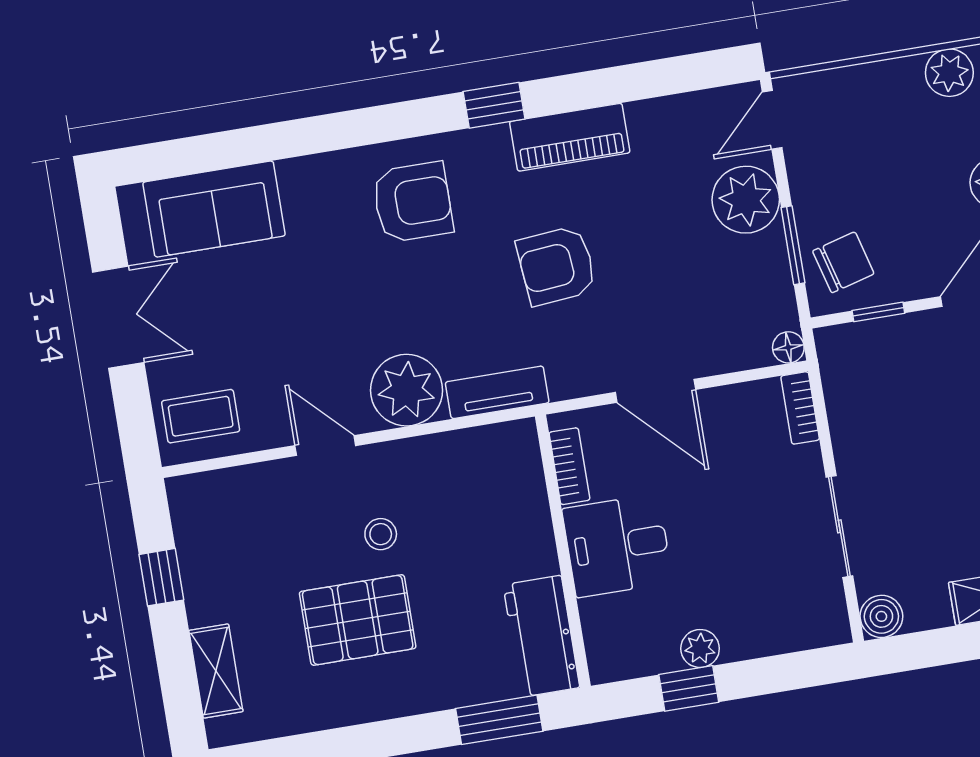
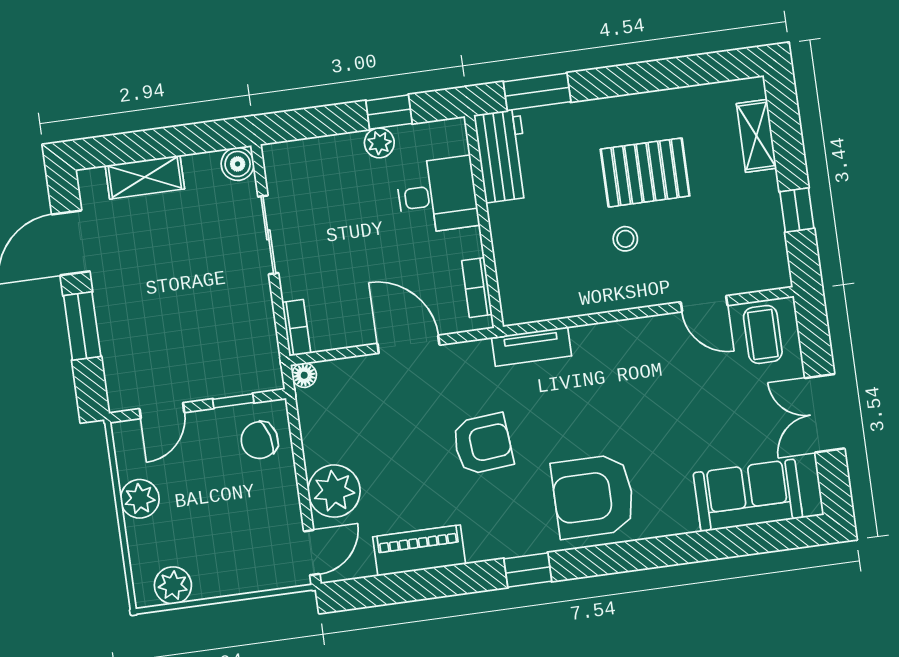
piano: (570, 137) -> (419, 550), moved
armchair: (413, 202) -> (593, 496), width x1.36, depth x1.36
window: (793, 245) -> (298, 455), removed
plant: (407, 390) -> (602, 350), removed
coffee table: (201, 416) -> (763, 334), turned 90
door: (325, 446) -> (704, 304), moved
desk: (617, 546) -> (437, 195), moved

